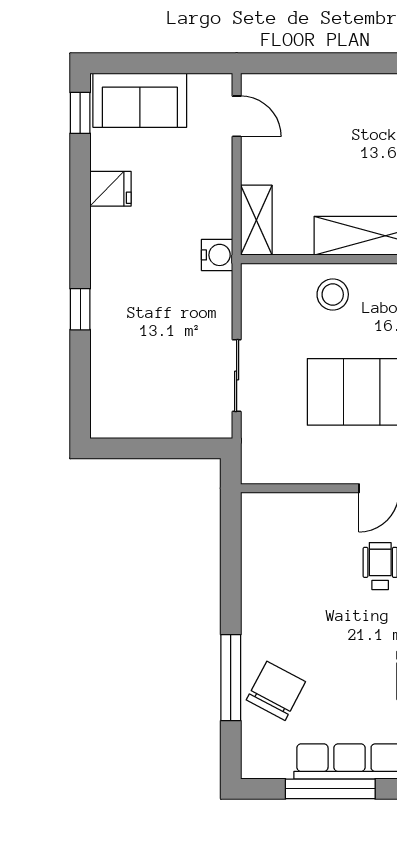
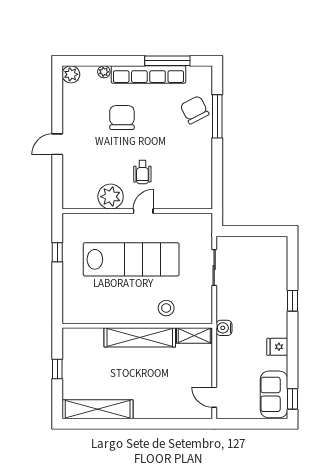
sofa: (140, 100) -> (274, 394), moved, turned -90
fridge: (111, 189) -> (277, 347), moved
shelving: (256, 220) -> (194, 336), moved, turned 90
chair: (276, 691) -> (195, 110), turned 125

